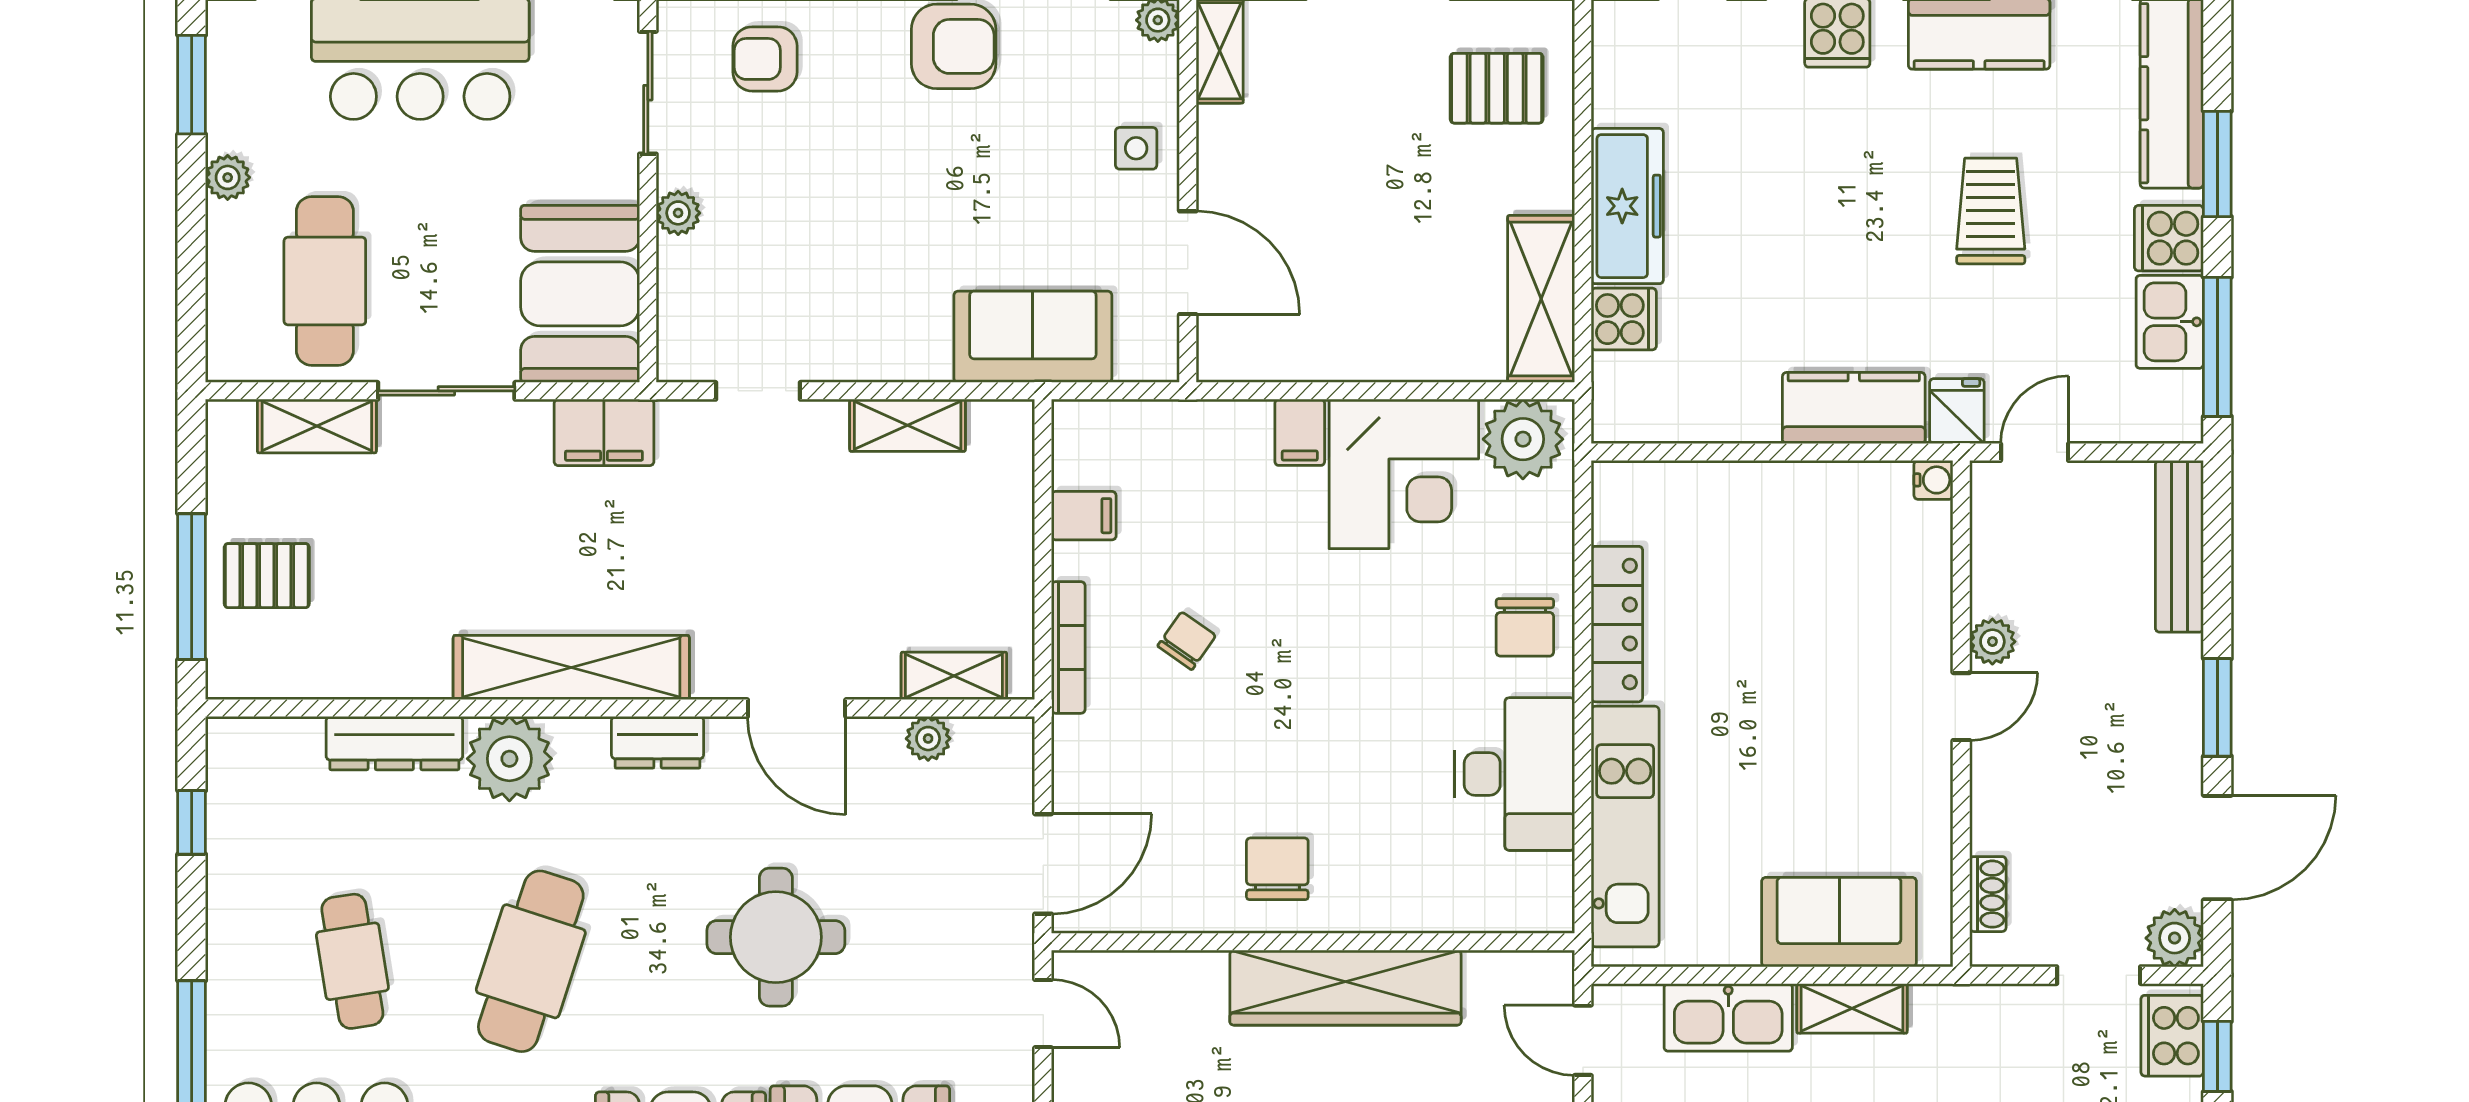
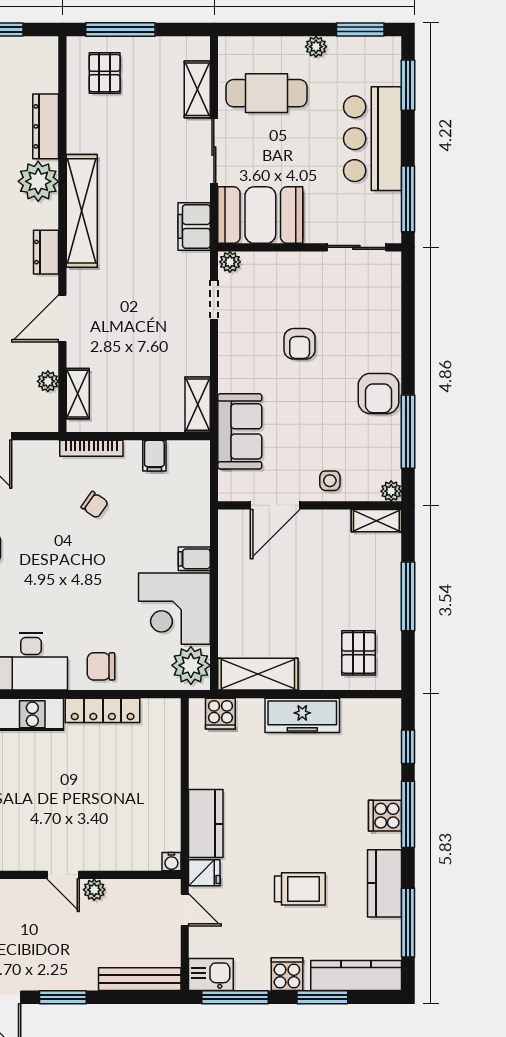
armchair: (765, 59) -> (300, 344), moved, turned 180
plant: (678, 213) -> (230, 262), moved
cooker: (1624, 319) -> (220, 714), moved
kitchen sink: (2170, 322) -> (211, 974), moved
shelving: (908, 425) -> (198, 405), moved
pallet: (267, 576) -> (105, 73), moved

